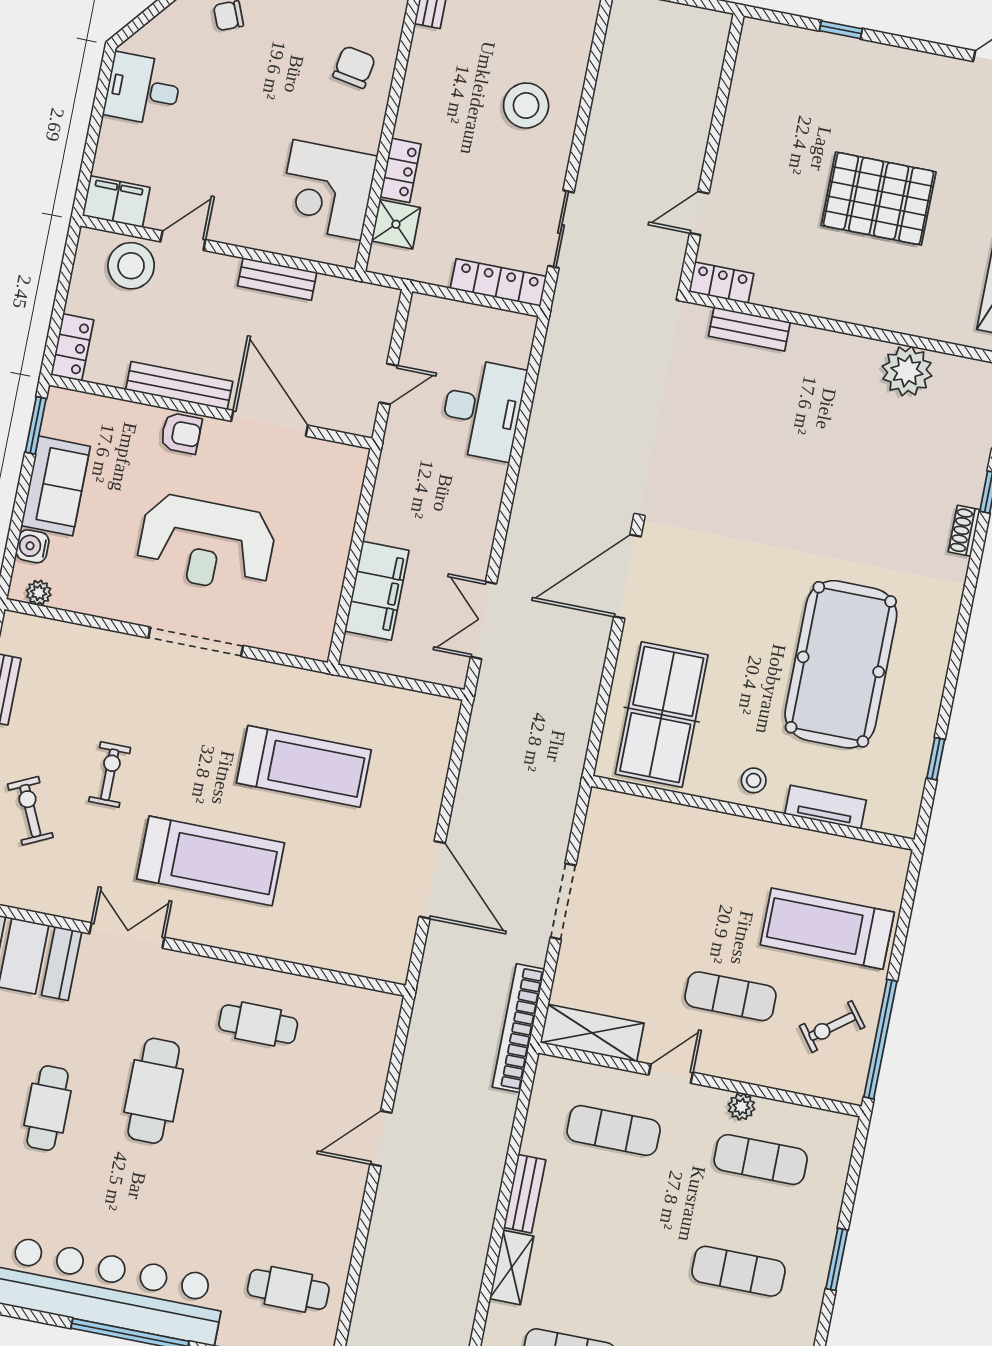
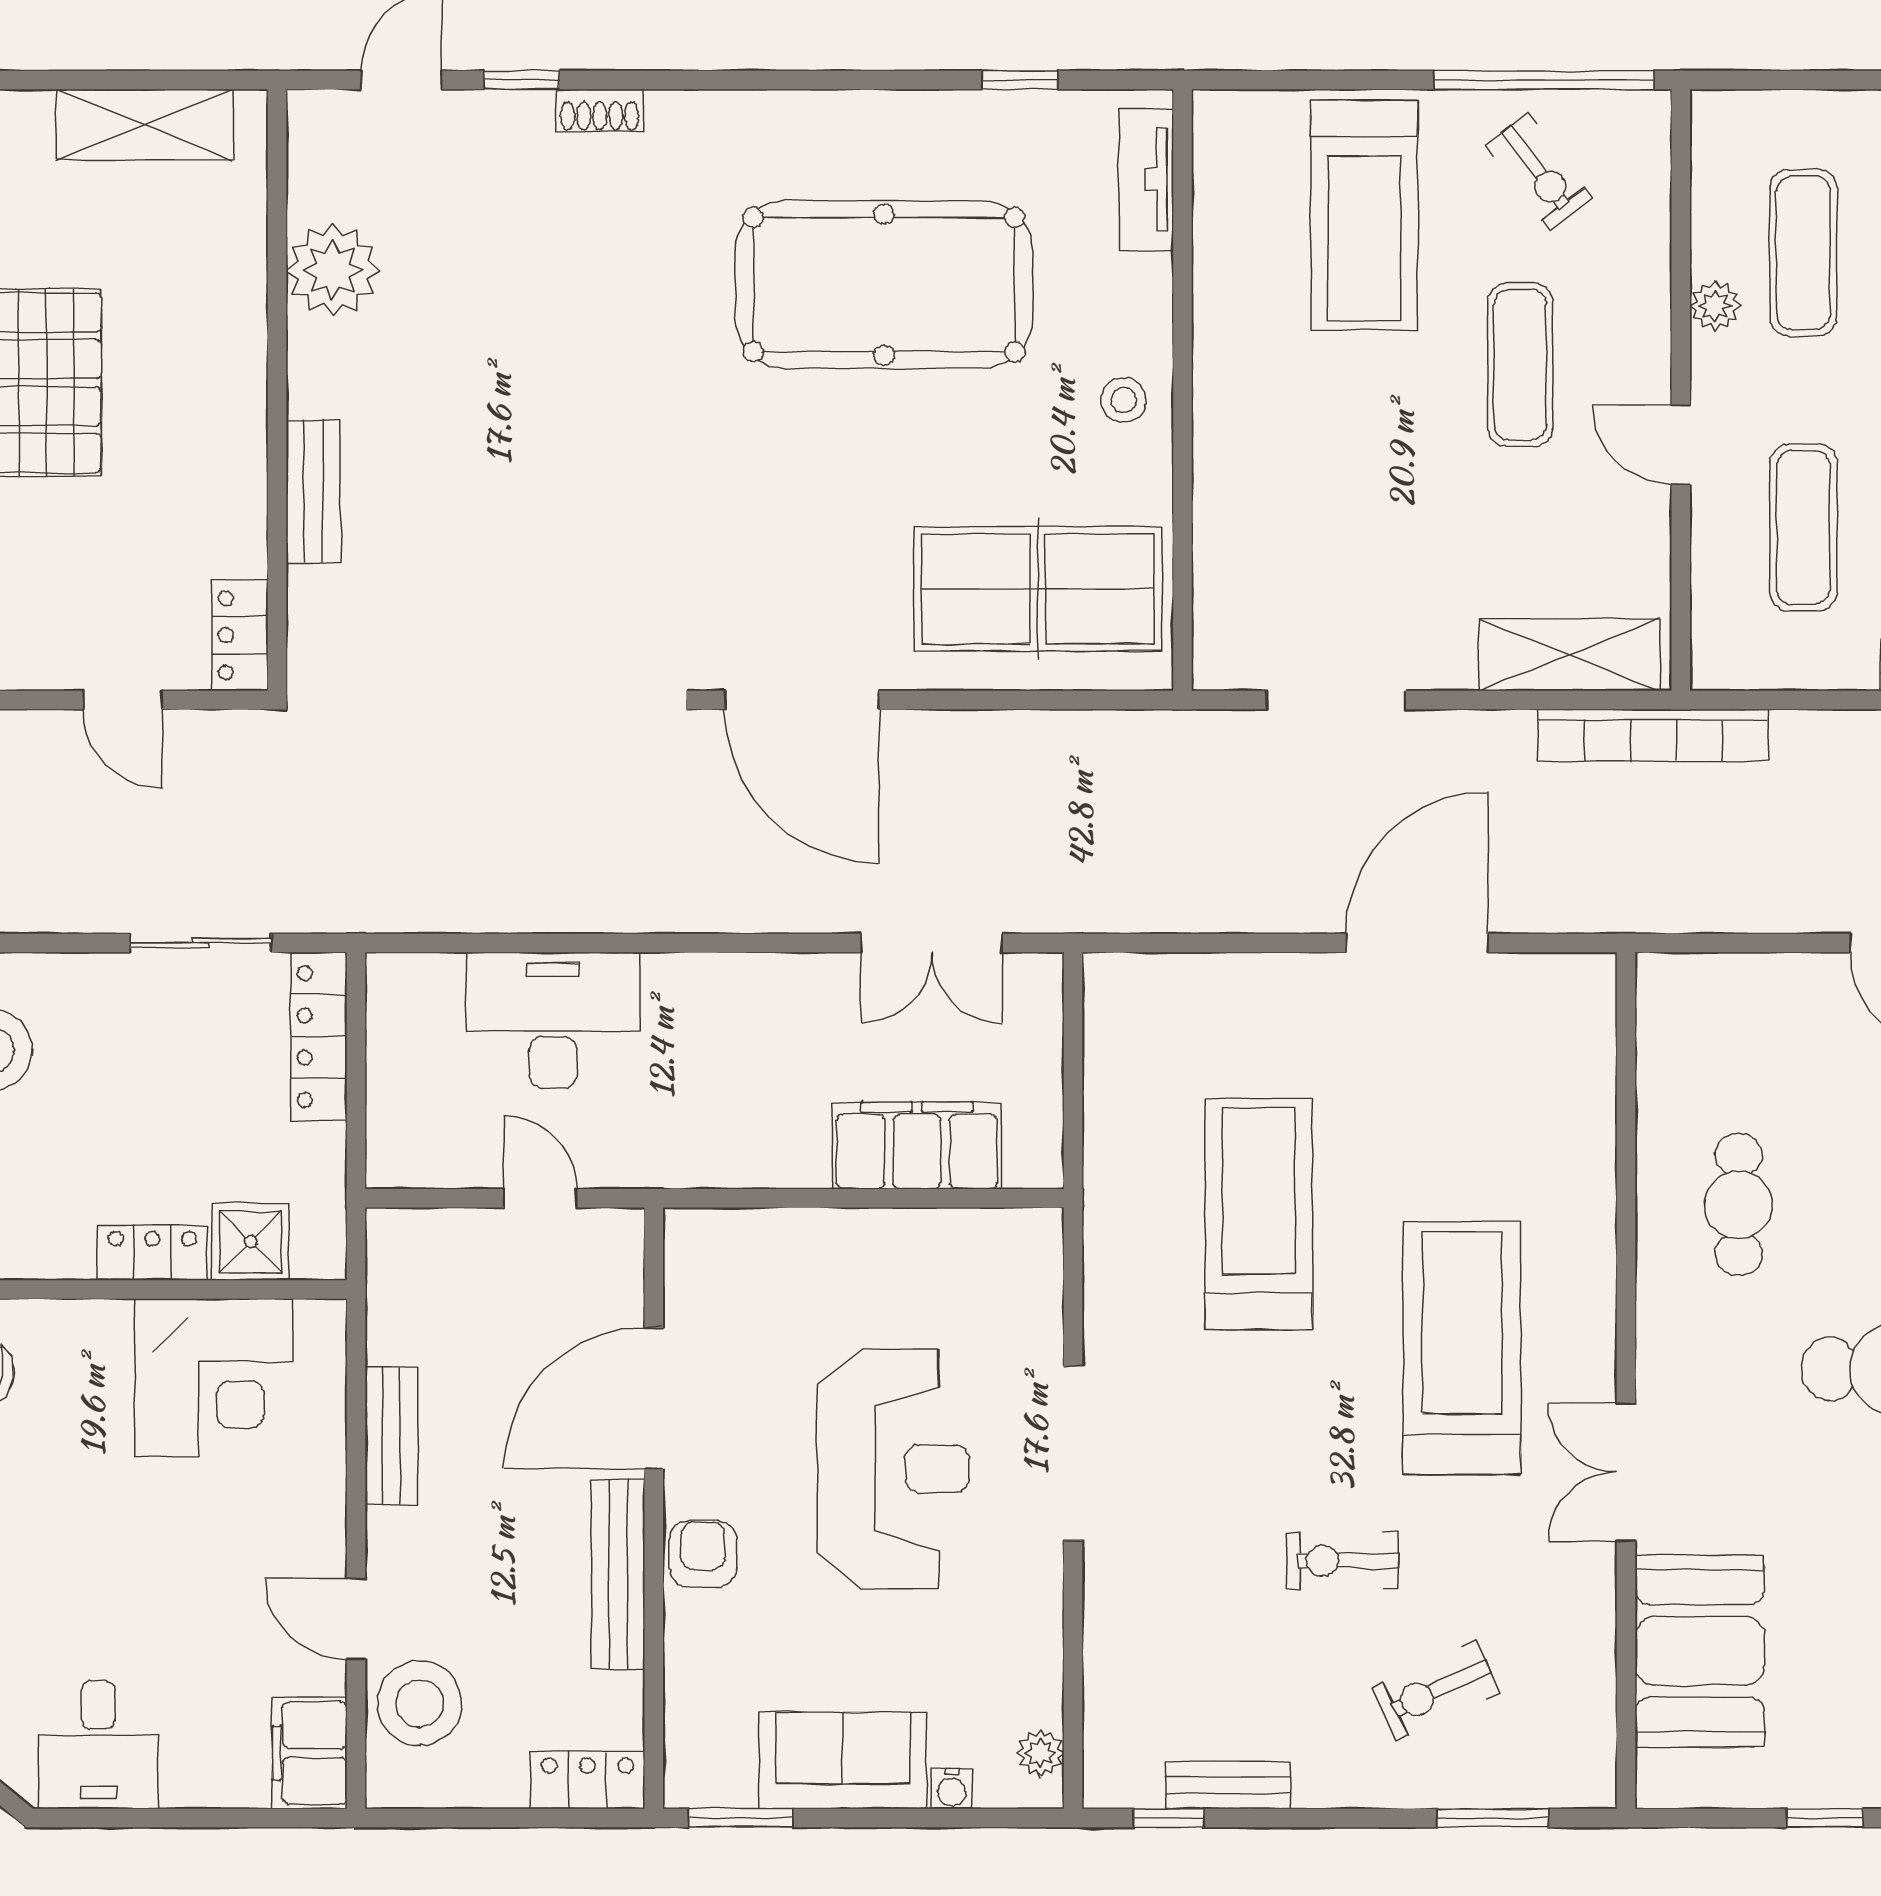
bench: (749, 329) -> (313, 491), moved
water cooler: (32, 546) -> (952, 1789), width x0.72, depth x0.72
tv unit: (826, 807) -> (1146, 179), moved
doorway: (563, 901) -> (1336, 700), moved
shelving: (592, 1033) -> (1570, 655), moved, turned 90

